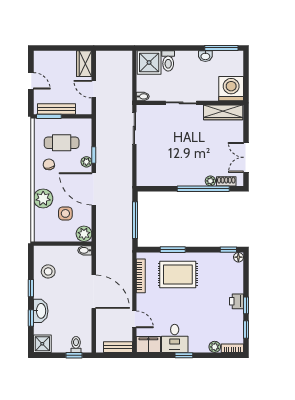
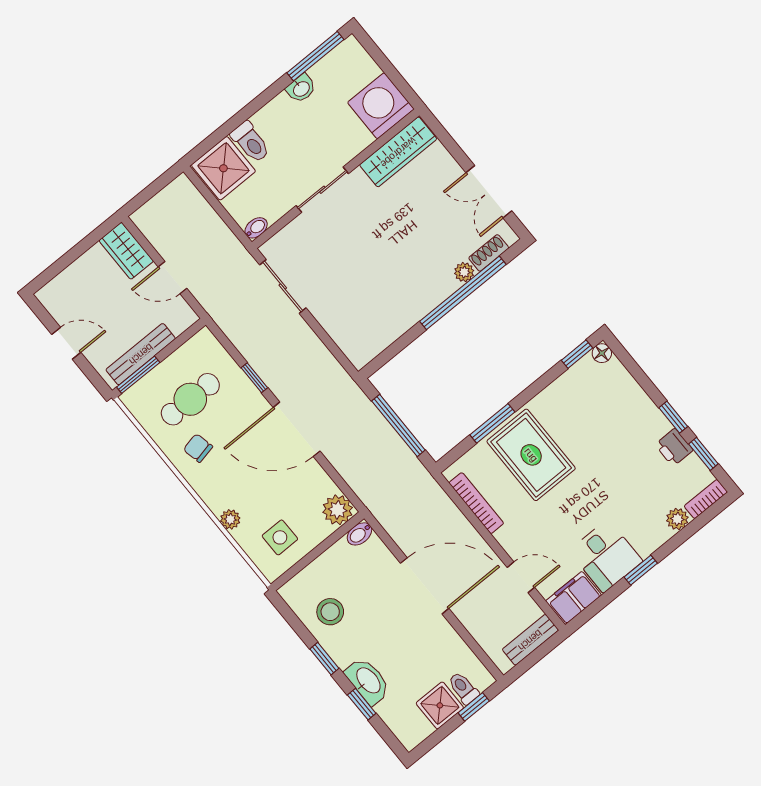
plant: (86, 162) -> (252, 397), removed
plant: (43, 198) -> (230, 519), width x0.53, depth x0.53
side table: (65, 213) -> (280, 537), moved
rug: (178, 274) -> (531, 455), turned 90
printer: (237, 301) -> (674, 447), moved
shower: (42, 344) -> (440, 705), moved

